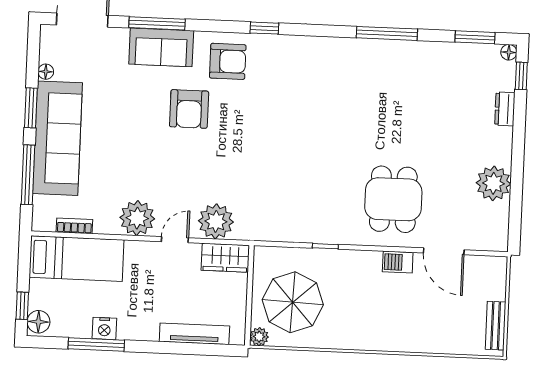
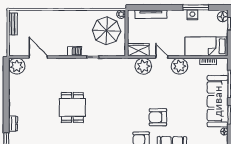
armchair: (189, 109) -> (158, 117), turned -90
plant: (493, 183) -> (17, 66), moved
dining table: (393, 199) -> (72, 107), moved
door: (175, 240) -> (162, 57), swing flipped
barbecue: (398, 262) -> (74, 51), moved

